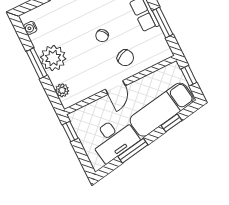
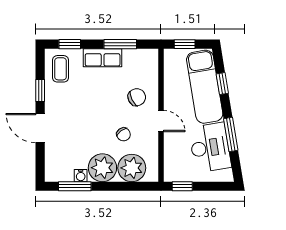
water cooler: (30, 28) -> (81, 176), moved
chair: (102, 36) -> (123, 134), moved
window: (37, 63) -> (75, 186), moved
plant: (62, 90) -> (132, 168), width x1.88, depth x1.88

